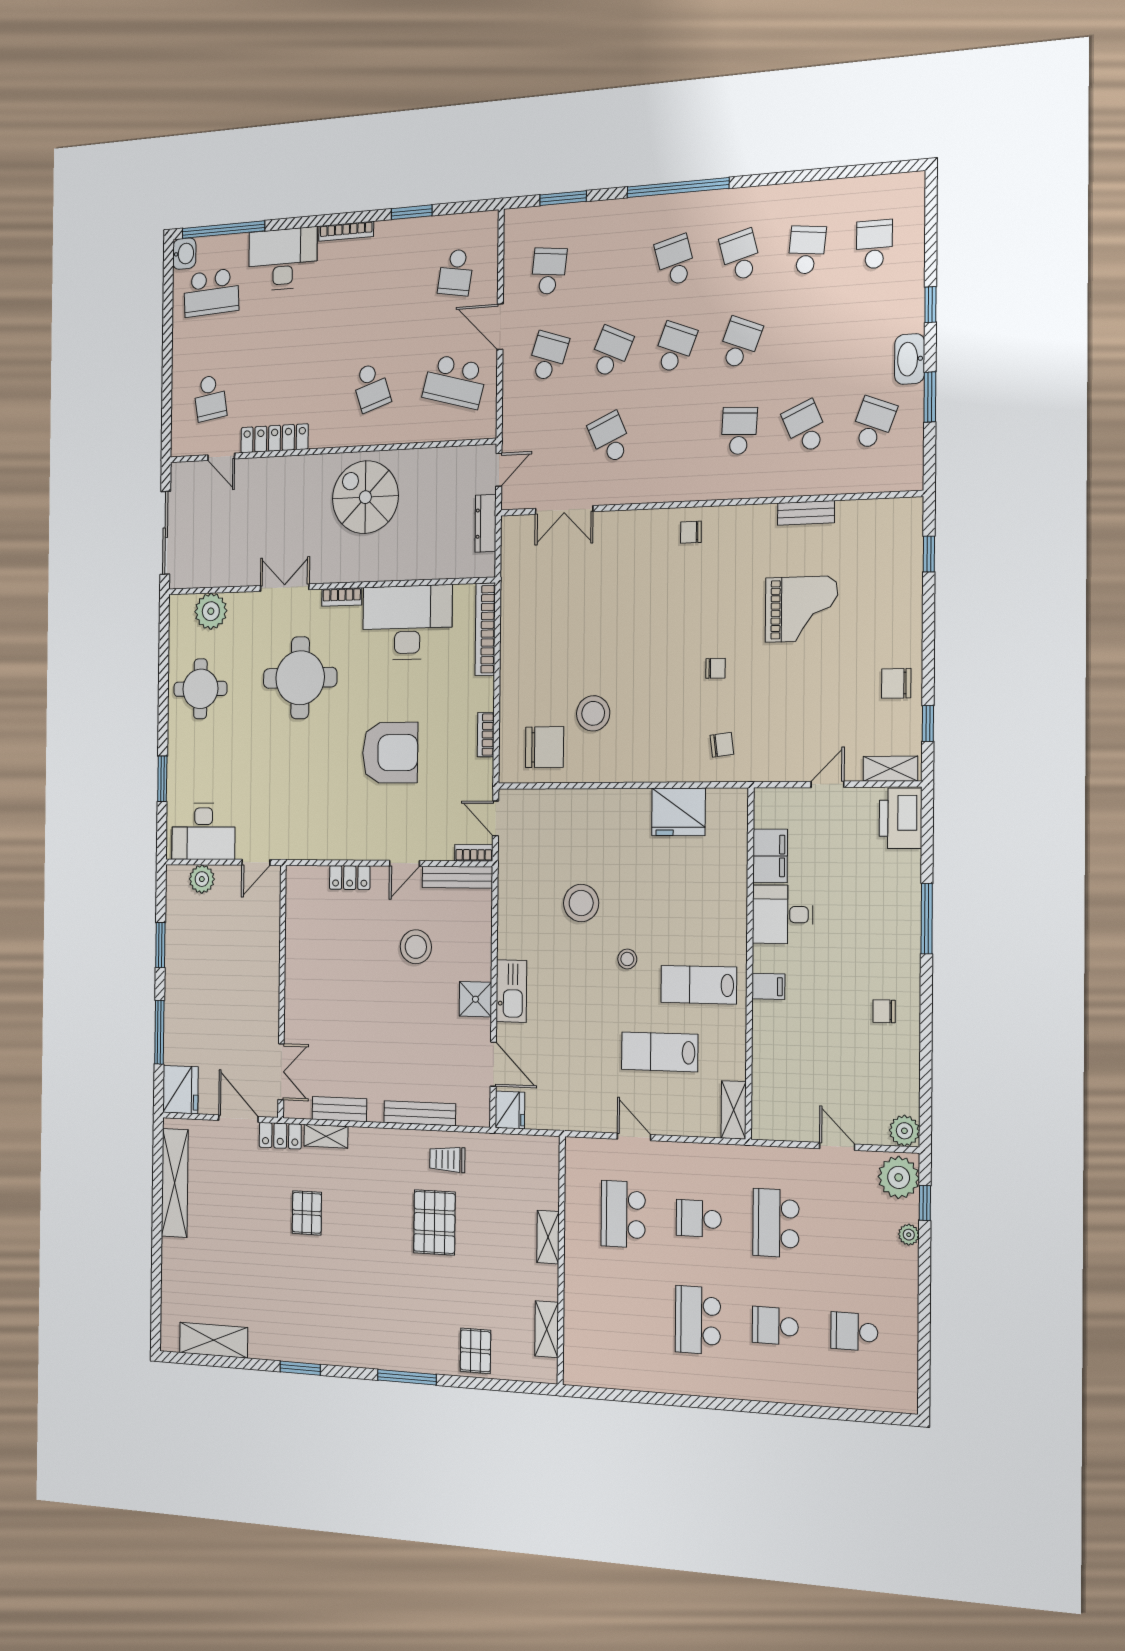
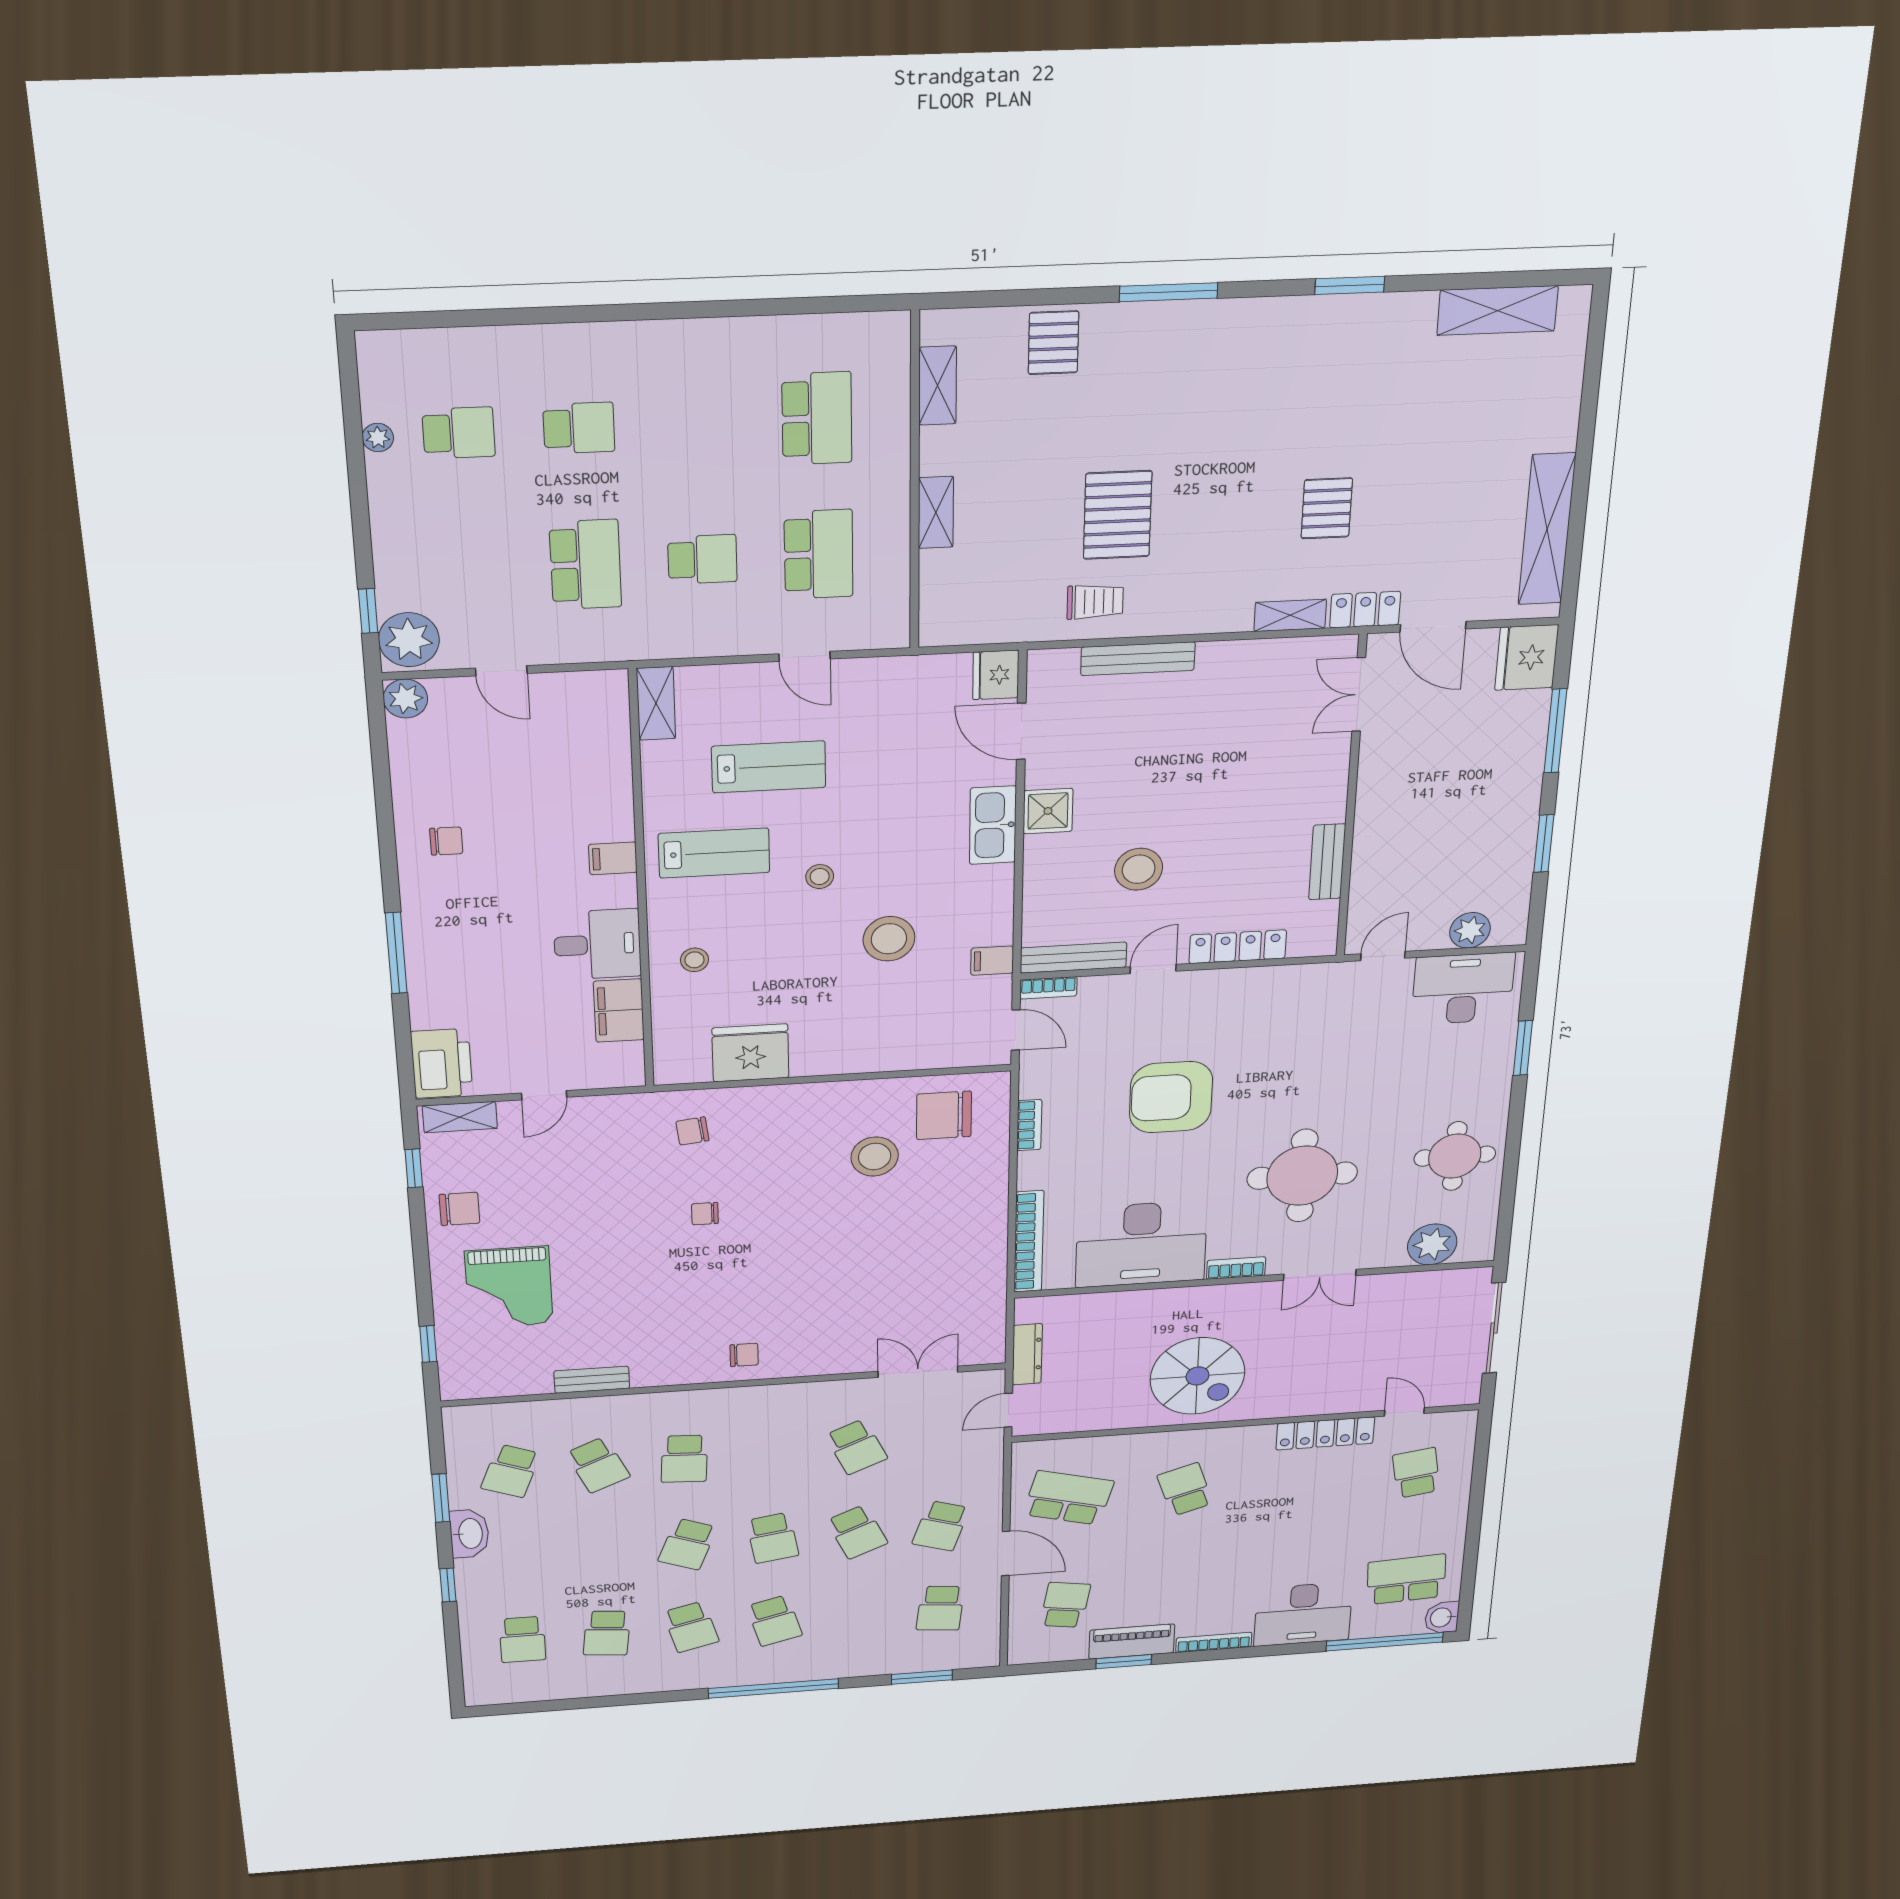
piano: (406, 233) -> (1132, 1642), added
school desk: (675, 348) -> (772, 1538), turned -30
school desk: (611, 352) -> (857, 1532), turned -48
grand piano: (801, 609) -> (509, 1287), moved, turned -90
locker: (350, 878) -> (1238, 947), width x1.53
filing cabinet: (512, 879) -> (992, 961), added
stool: (715, 896) -> (694, 960), added
bench: (339, 1109) -> (1327, 862), moved, turned 90
plant: (909, 1235) -> (378, 438), moved
school desk: (698, 1320) -> (817, 418), moved

